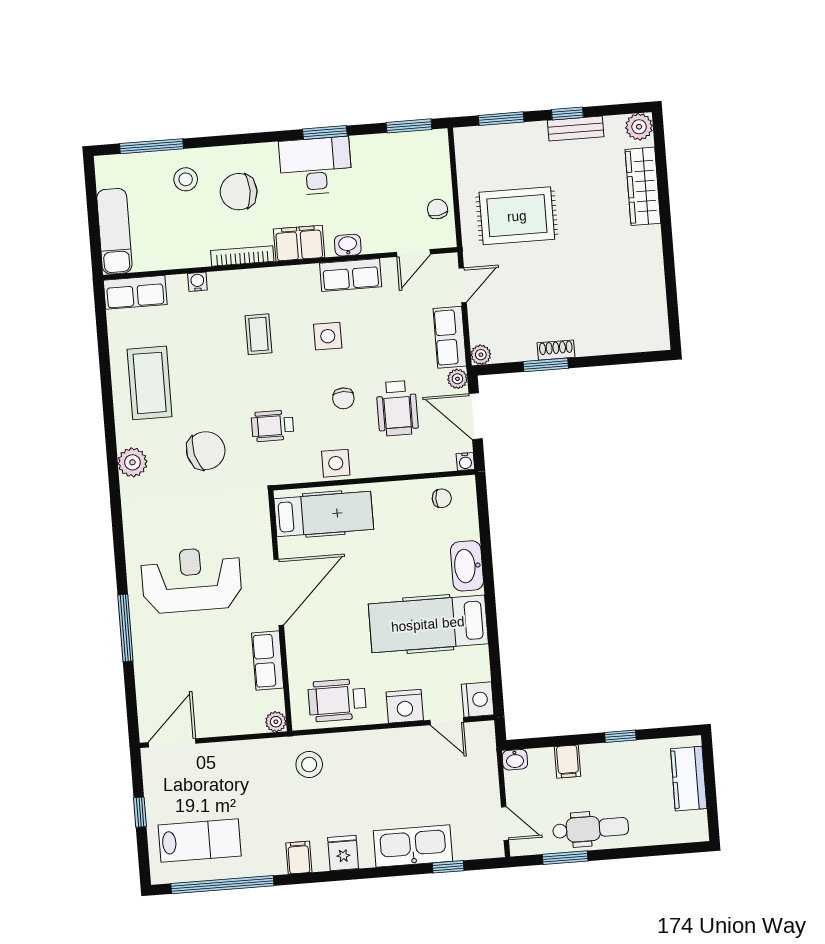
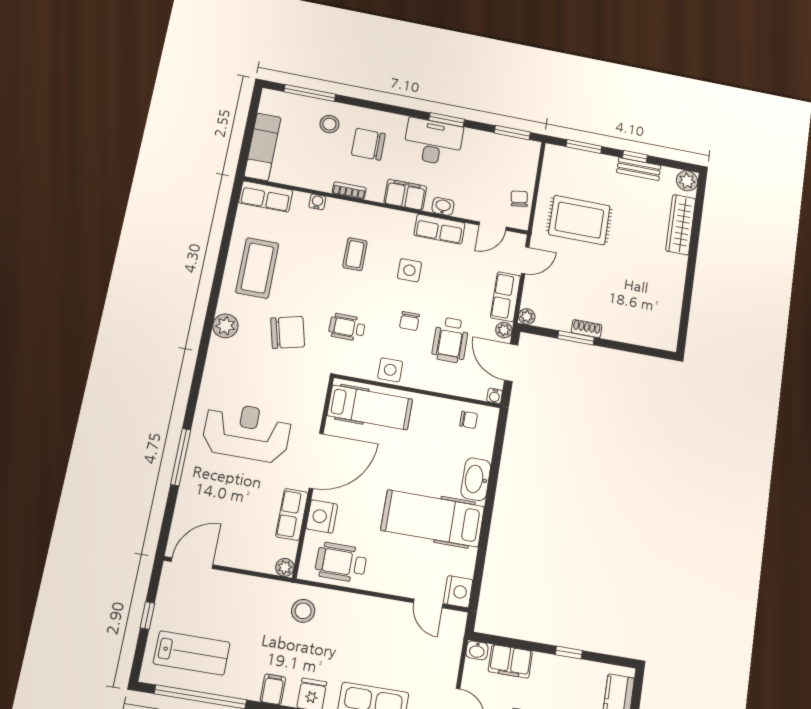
bookcase: (242, 256) -> (349, 190), width x0.64
nightstand: (405, 706) -> (322, 517), moved, turned 90
filing cabinet: (568, 762) -> (510, 661), width x2.00

